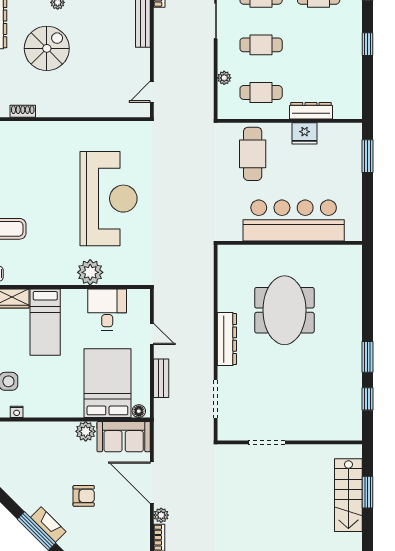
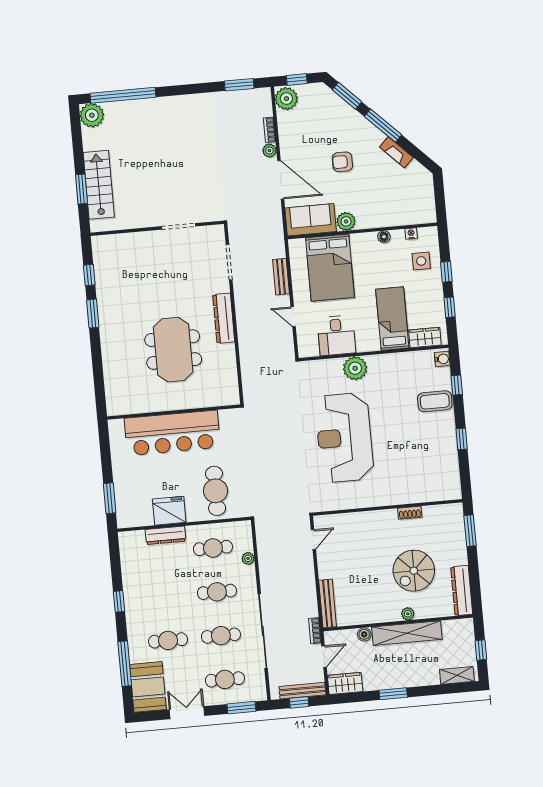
shoe rack: (23, 111) -> (410, 513), moved
fridge: (305, 133) -> (169, 511), width x1.36, depth x1.34
floor lamp: (139, 411) -> (384, 237), moved
fireplace: (48, 525) -> (396, 152), moved

